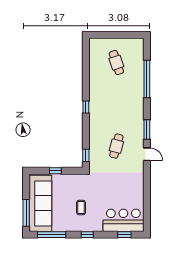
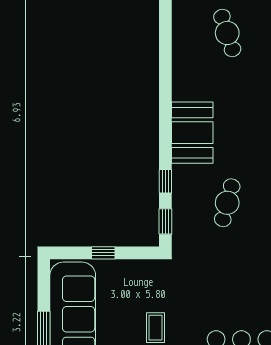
window: (86, 107) -> (165, 181), moved
booth: (99, 112) -> (192, 133), added

